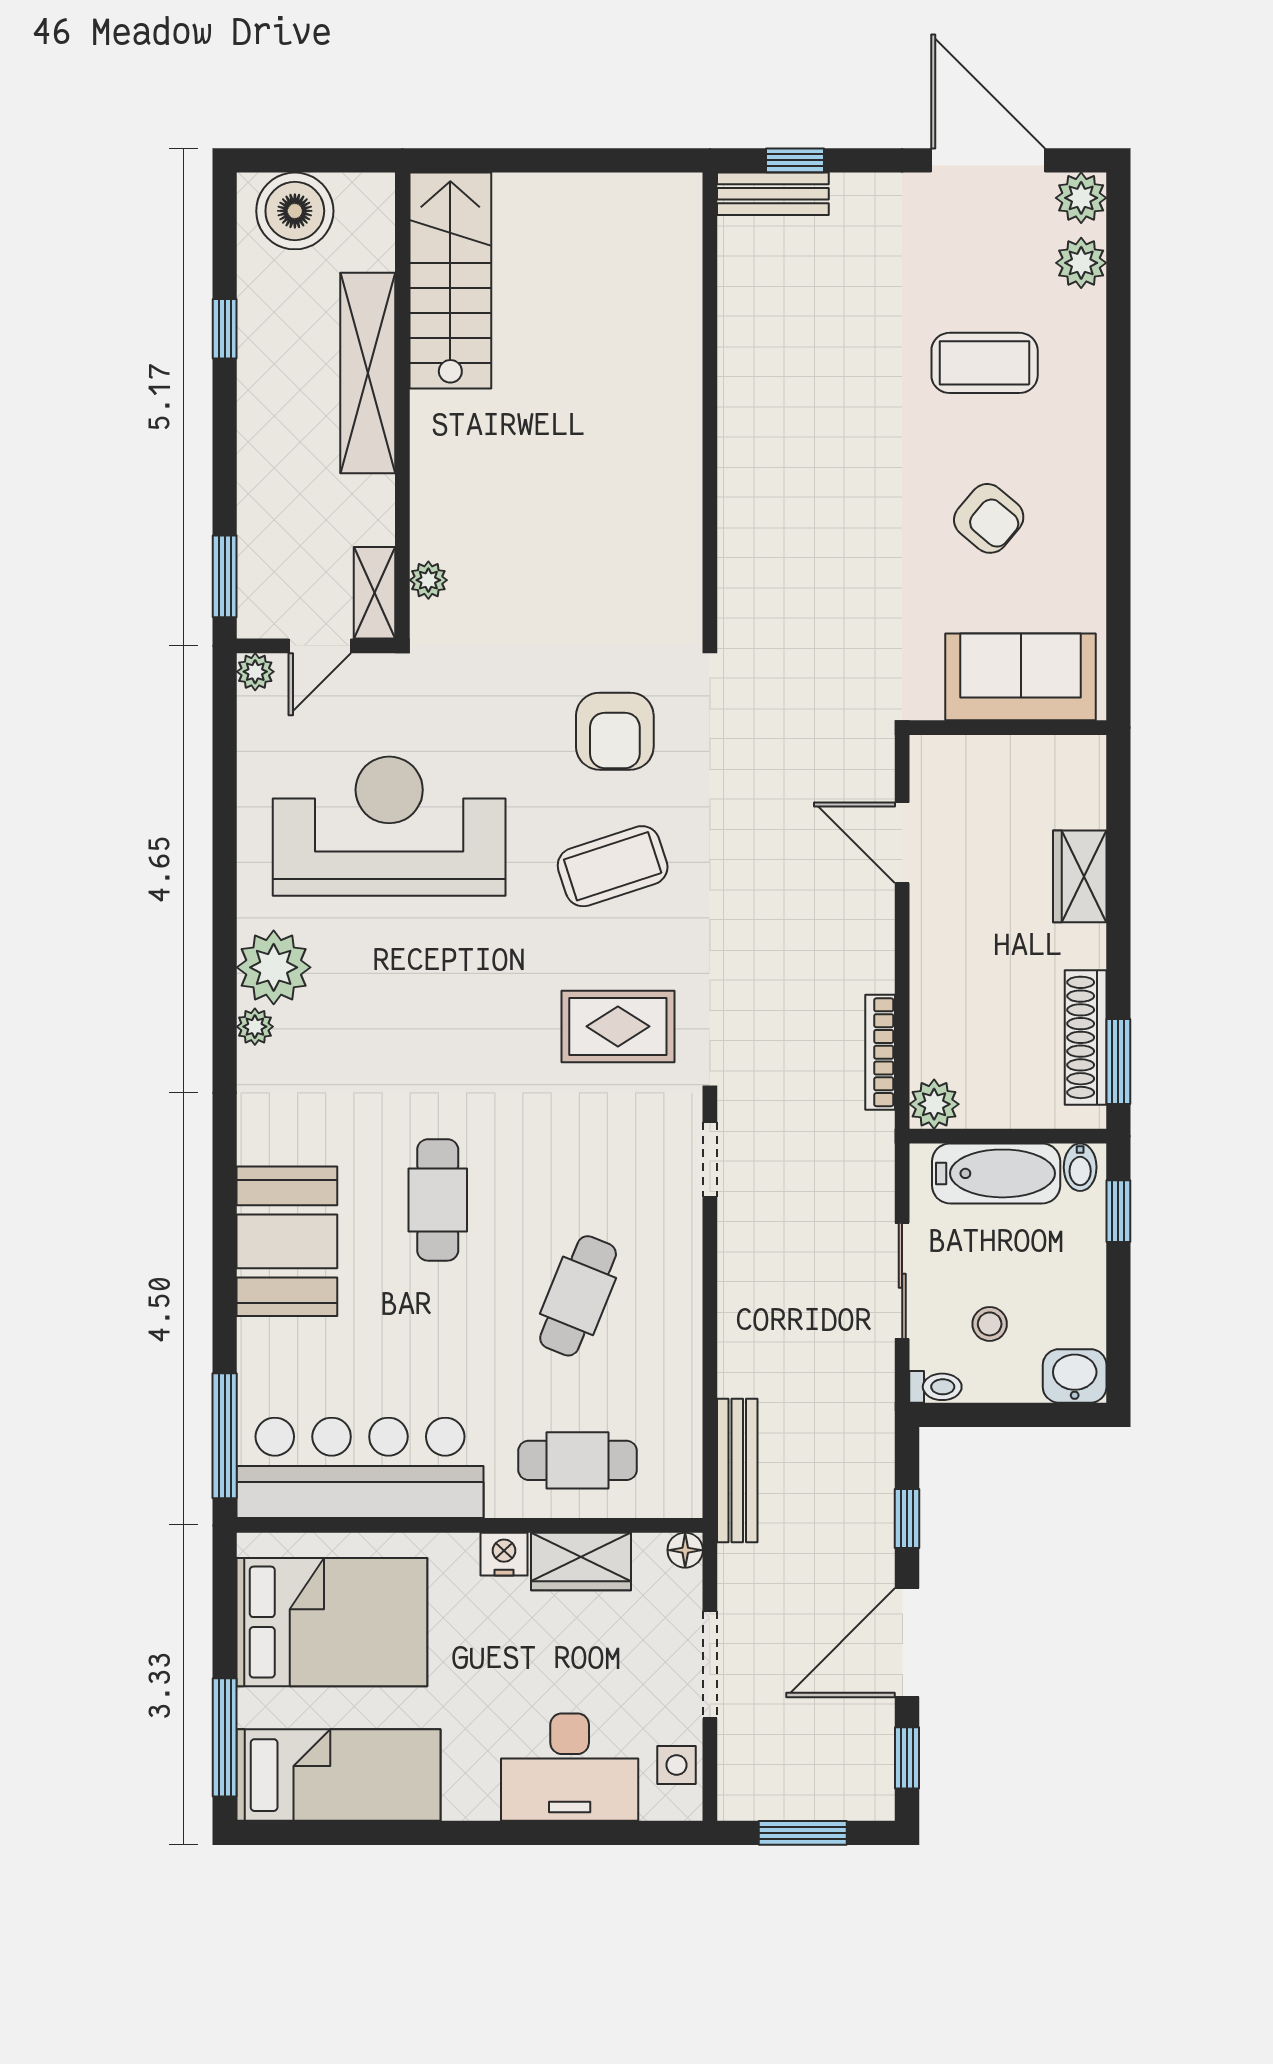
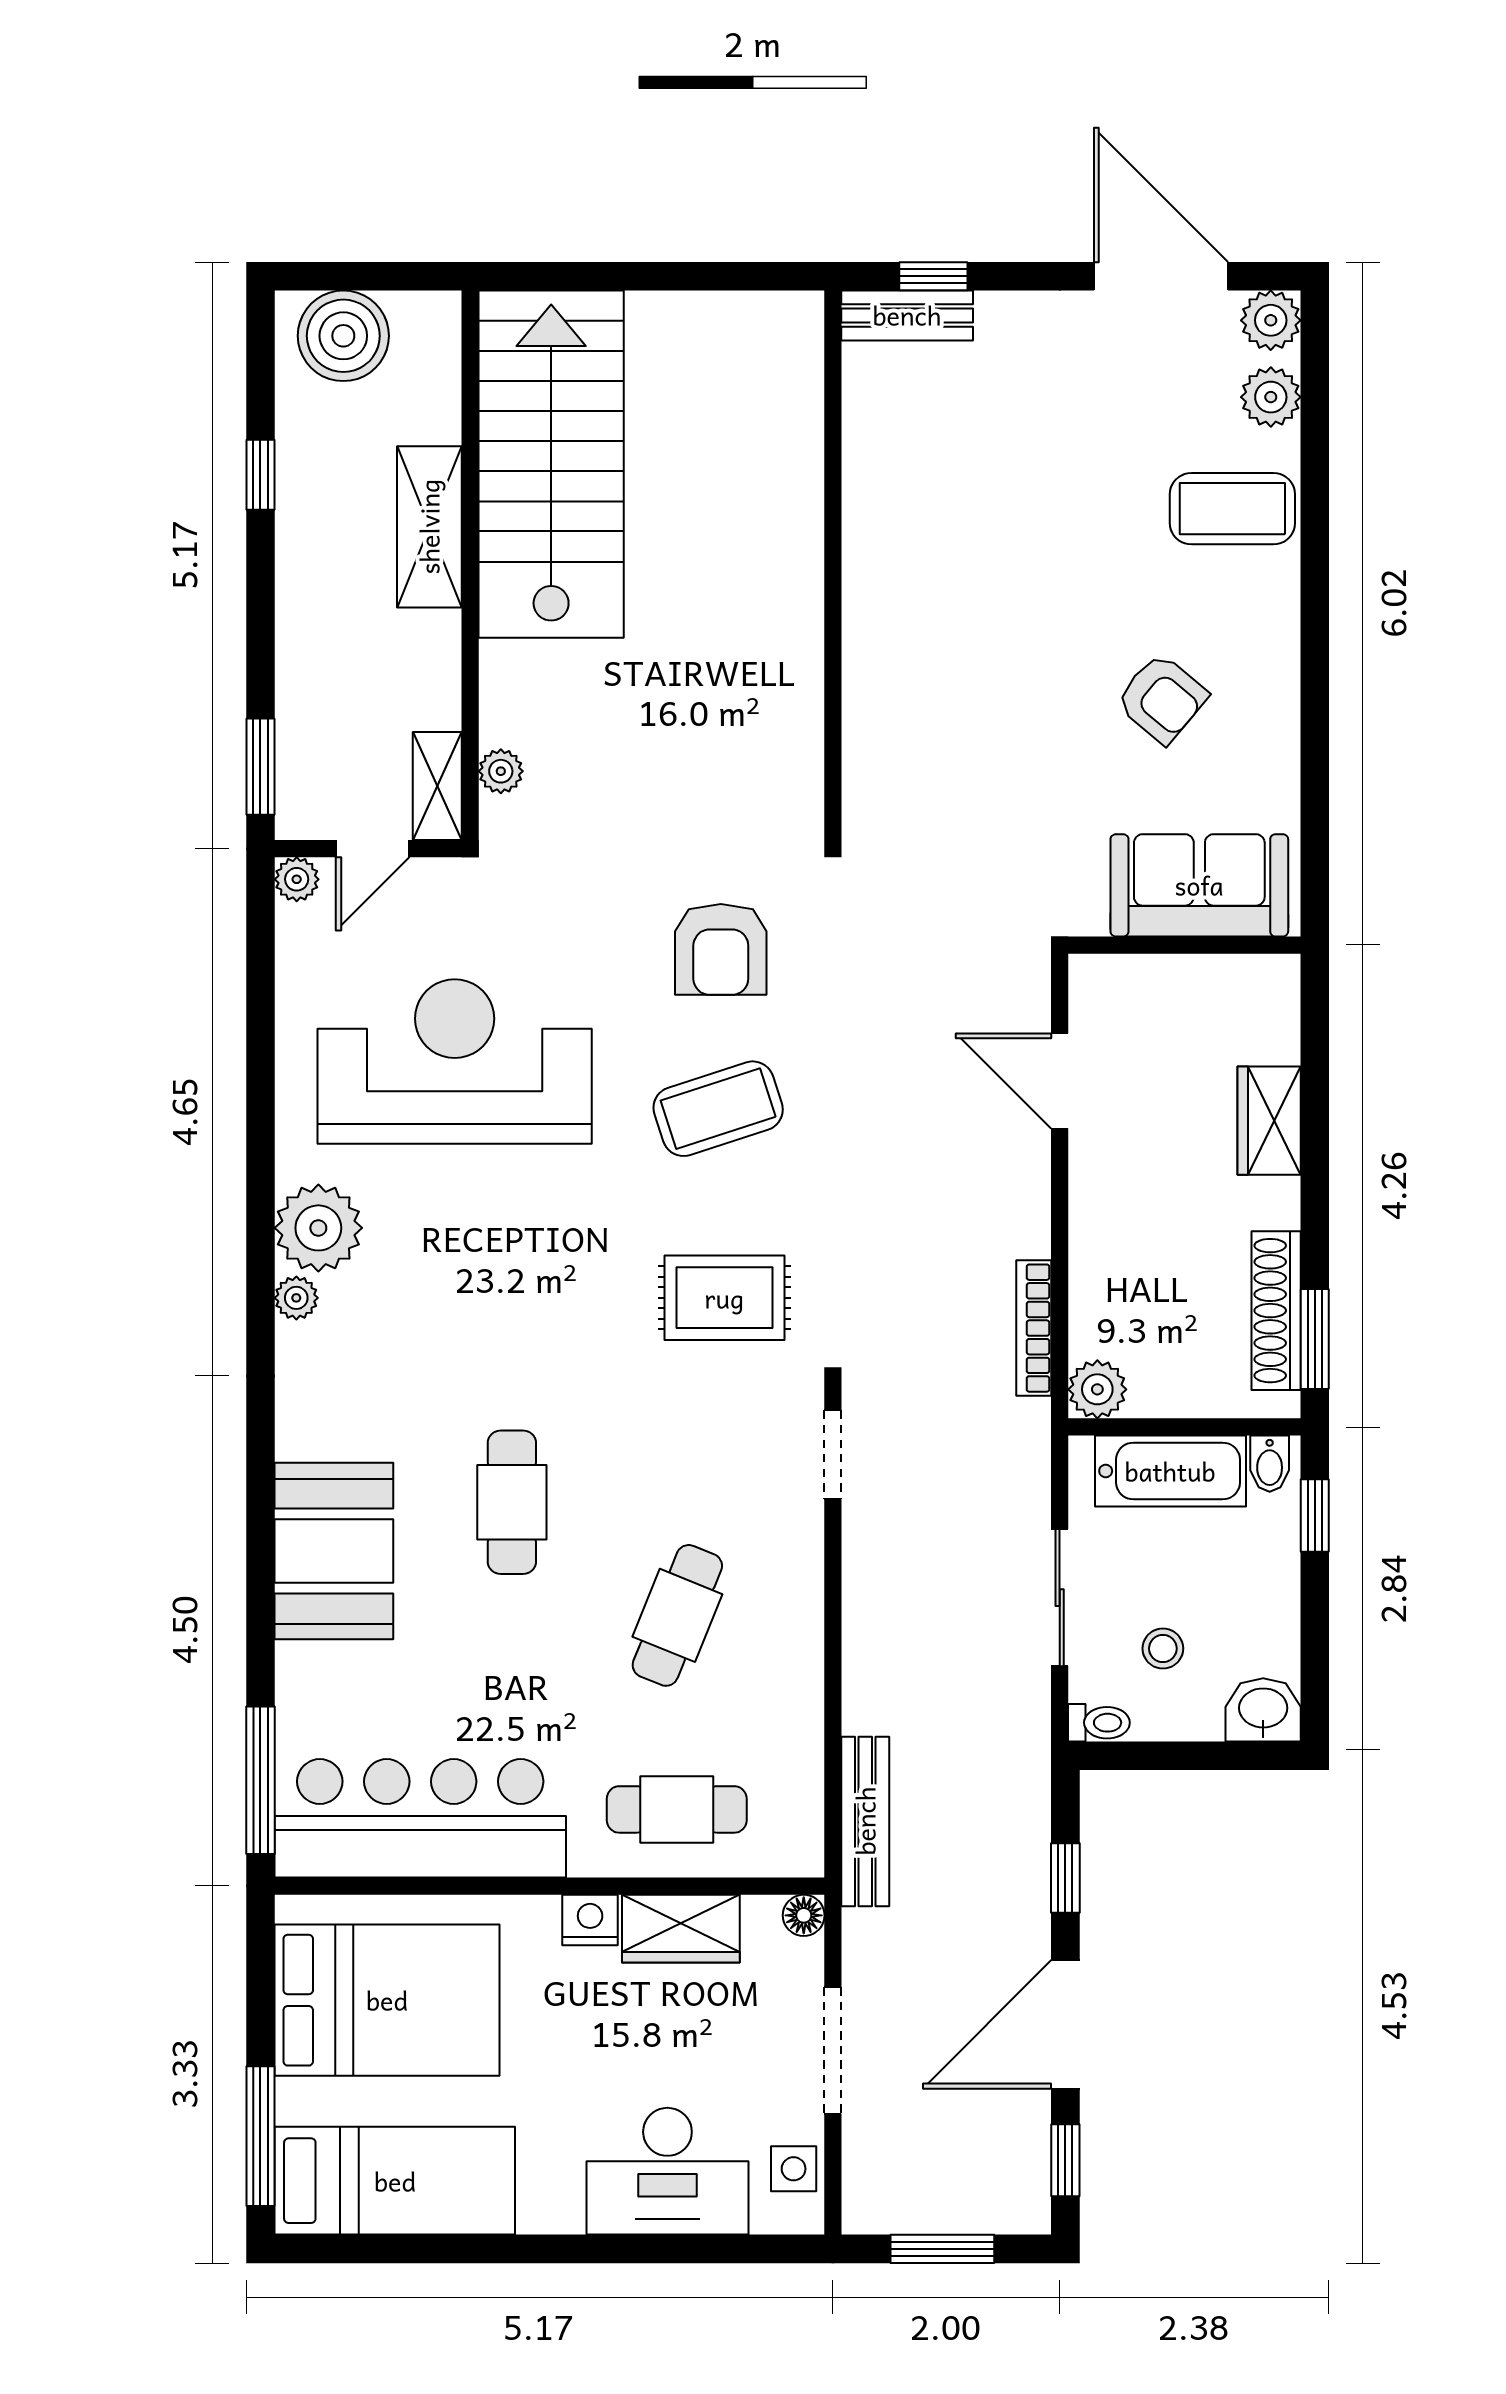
stairs: (450, 281) -> (551, 464), width x1.36, depth x1.51
coffee table: (985, 363) -> (1232, 509), moved
shelving: (368, 373) -> (429, 527), width x0.68

